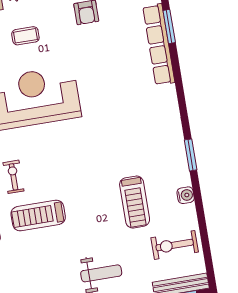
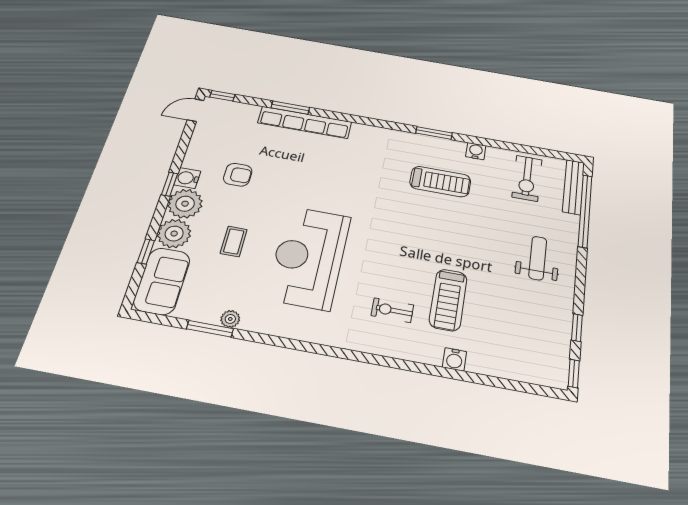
treadmill: (135, 202) -> (440, 182), moved

